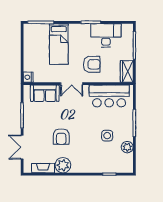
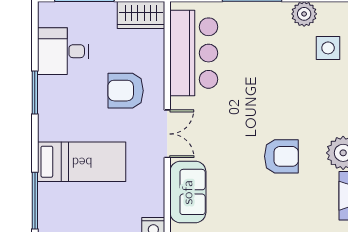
desk: (106, 35) -> (63, 51), width x0.73
armchair: (92, 64) -> (126, 91), turned -90
side table: (107, 136) -> (328, 48), moved

